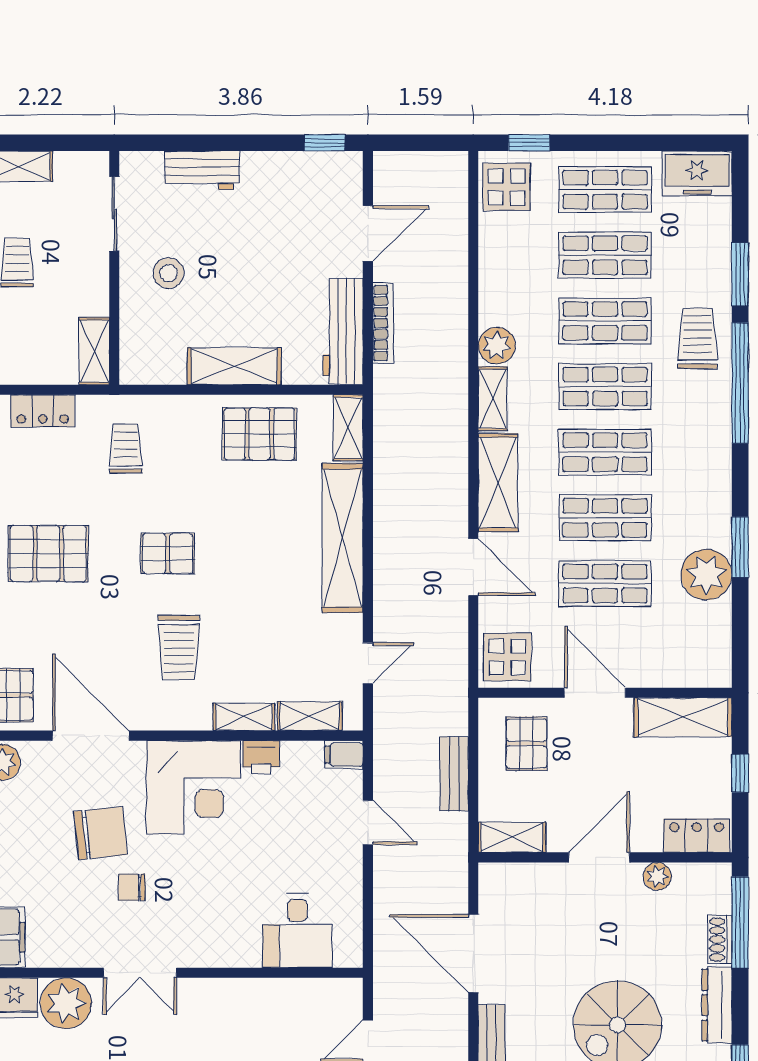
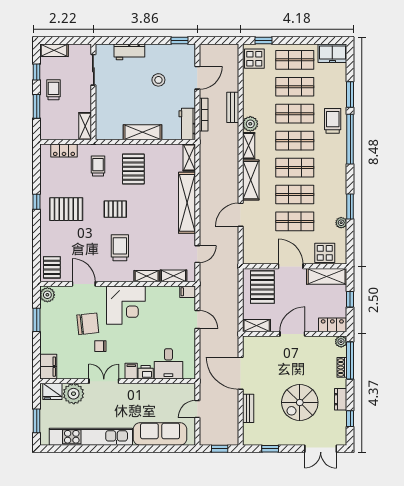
stool: (169, 273) -> (158, 80), moved
workbench: (343, 331) -> (187, 124), width x0.73
pallet: (260, 434) -> (133, 169), moved, turned 90
door: (473, 567) -> (241, 215), swing flipped
plant: (706, 575) -> (341, 223), width x0.53, depth x0.53
trolley: (179, 647) -> (120, 248), turned 180
display table: (507, 657) -> (325, 253), moved
door: (91, 736) -> (84, 284), width x0.73
pallet: (526, 744) -> (262, 287), width x1.50, depth x1.42
printer: (261, 757) -> (146, 372), moved, turned 180
bench: (454, 774) -> (233, 107), moved
plant: (657, 876) -> (341, 342), moved
filing cabinet: (207, 948) -> (131, 371), added
double door: (140, 973) -> (104, 381), swing flipped
dresser: (717, 1005) -> (341, 399), width x0.70

